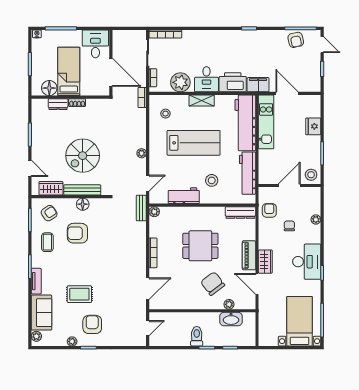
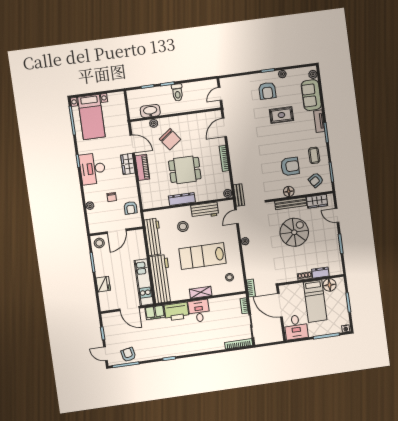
plant: (180, 82) -> (221, 305), removed
dresser: (240, 213) -> (182, 199), moved

